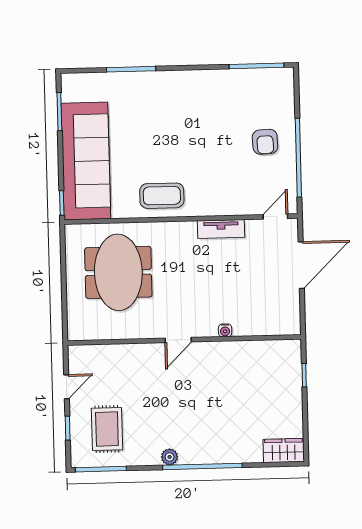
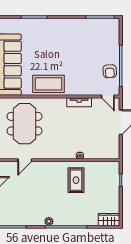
armchair: (265, 142) -> (110, 71), moved
coffee table: (162, 196) -> (48, 84), width x1.36, depth x1.32
door: (275, 217) -> (108, 96), swing flipped
door: (178, 340) -> (25, 160), moved
rug: (107, 429) -> (76, 180), moved

